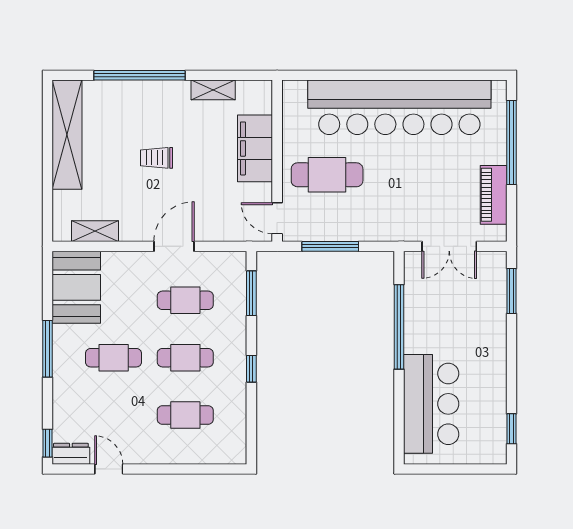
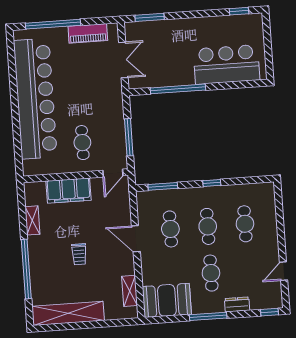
cafe table: (327, 175) -> (82, 143), width x0.73, depth x0.74
dresser: (71, 454) -> (237, 304), moved, turned 90

